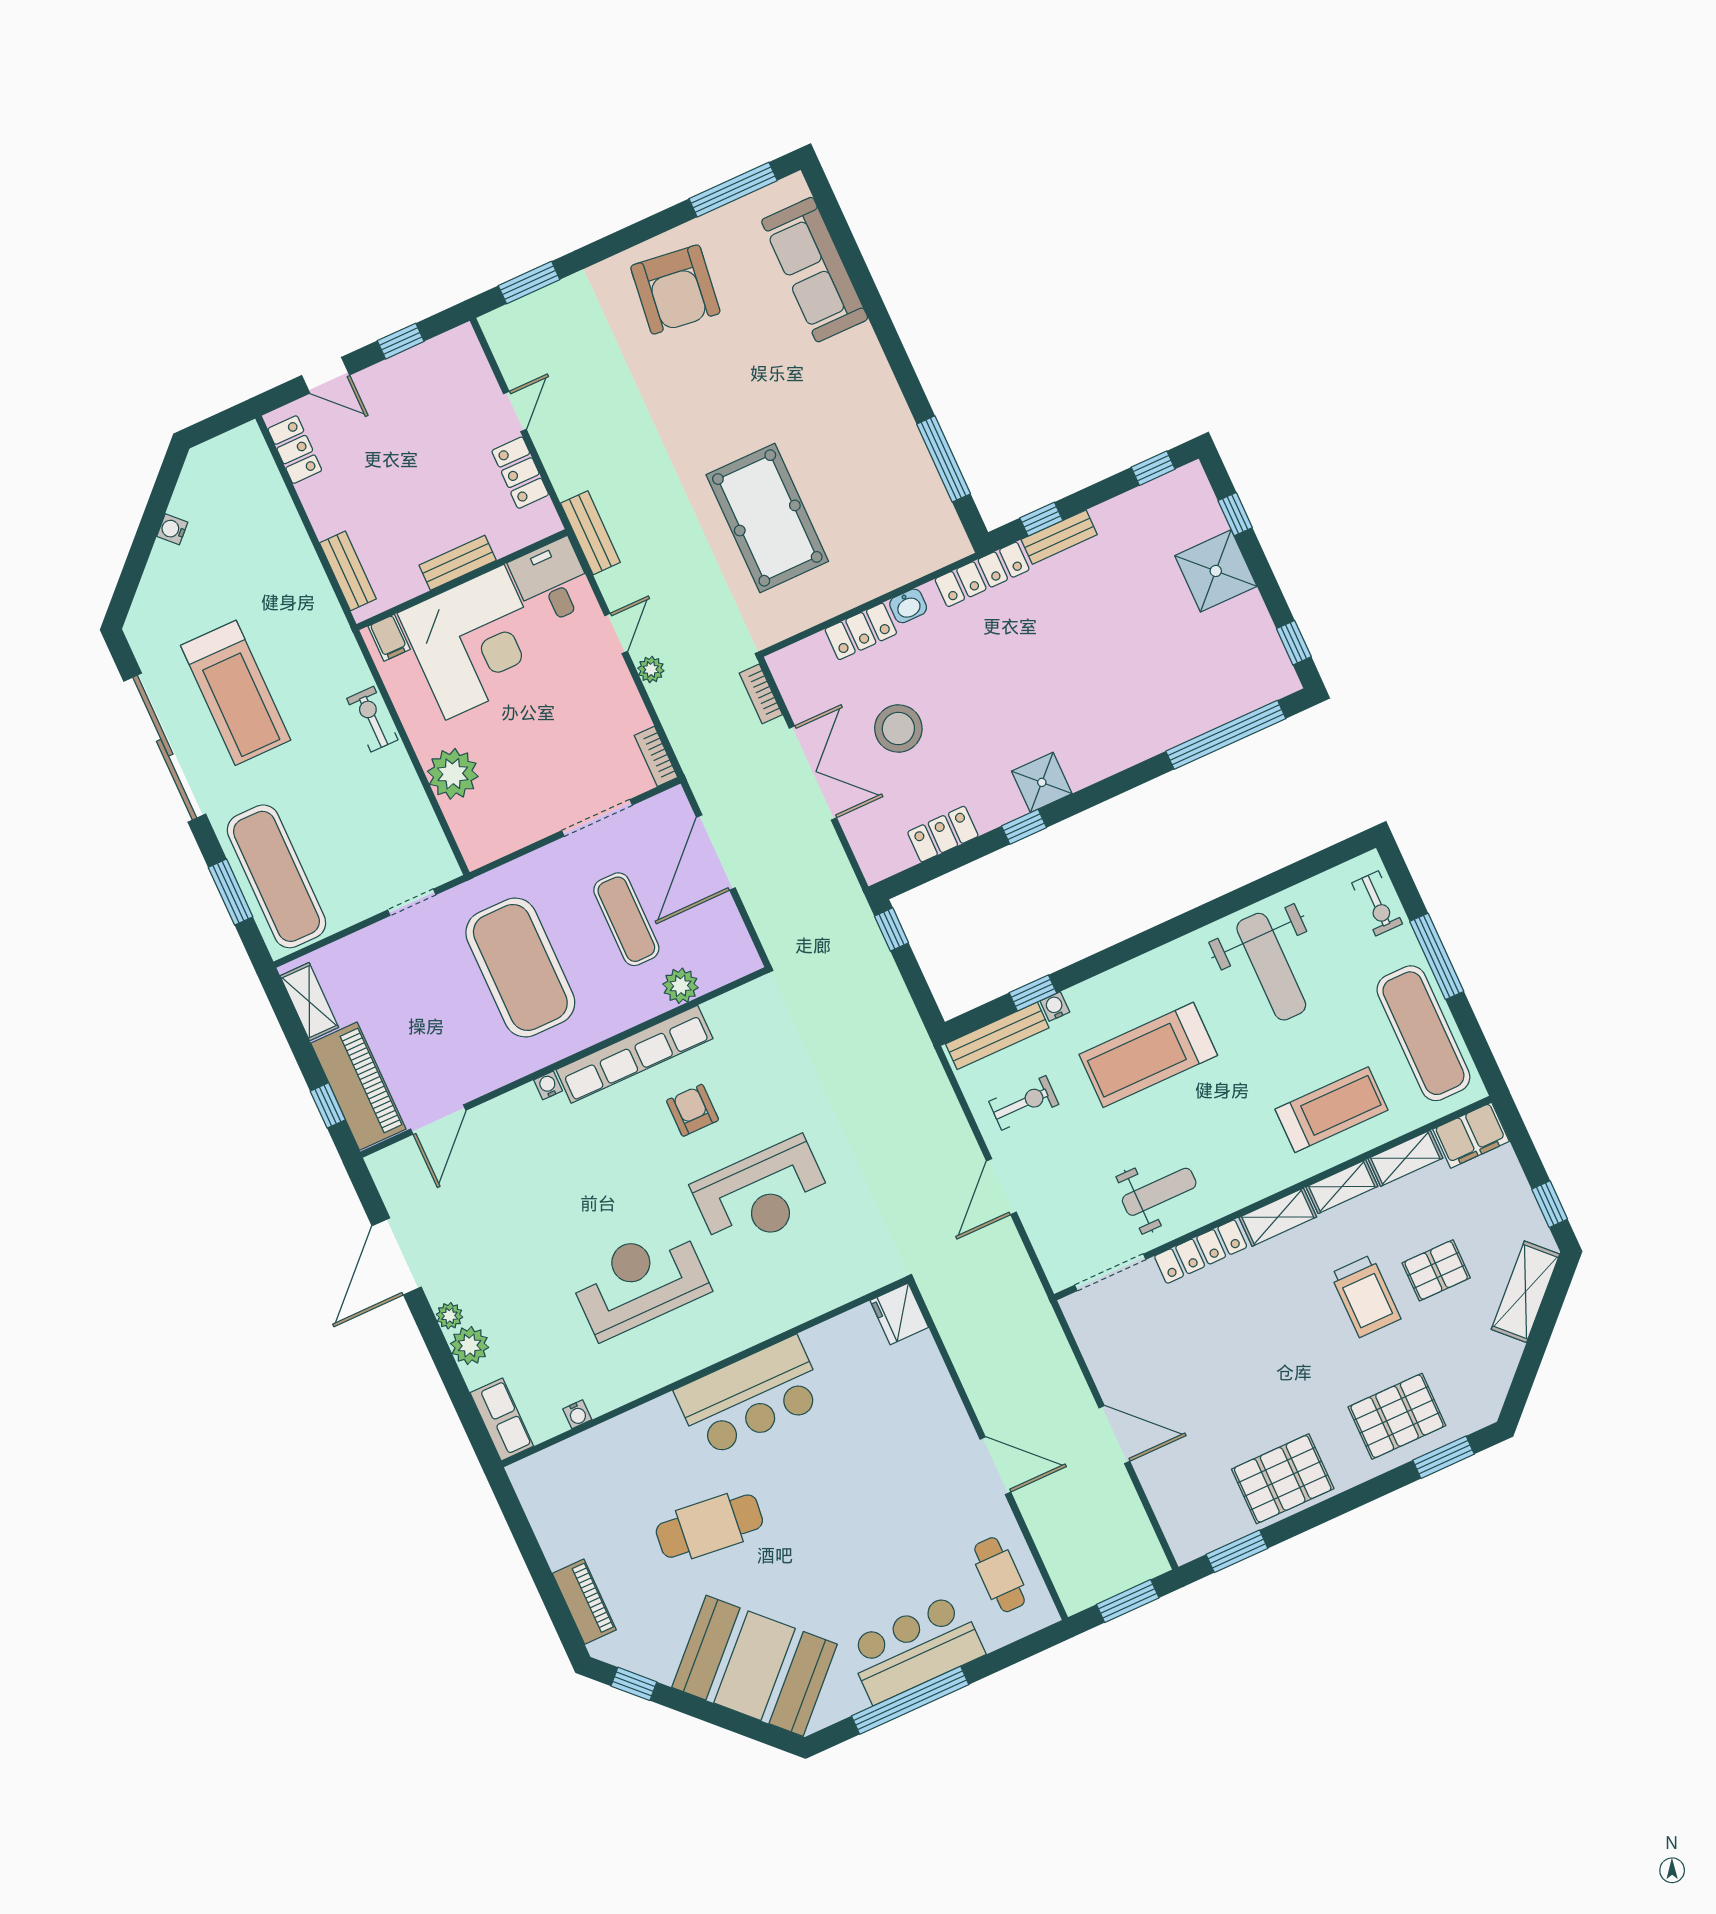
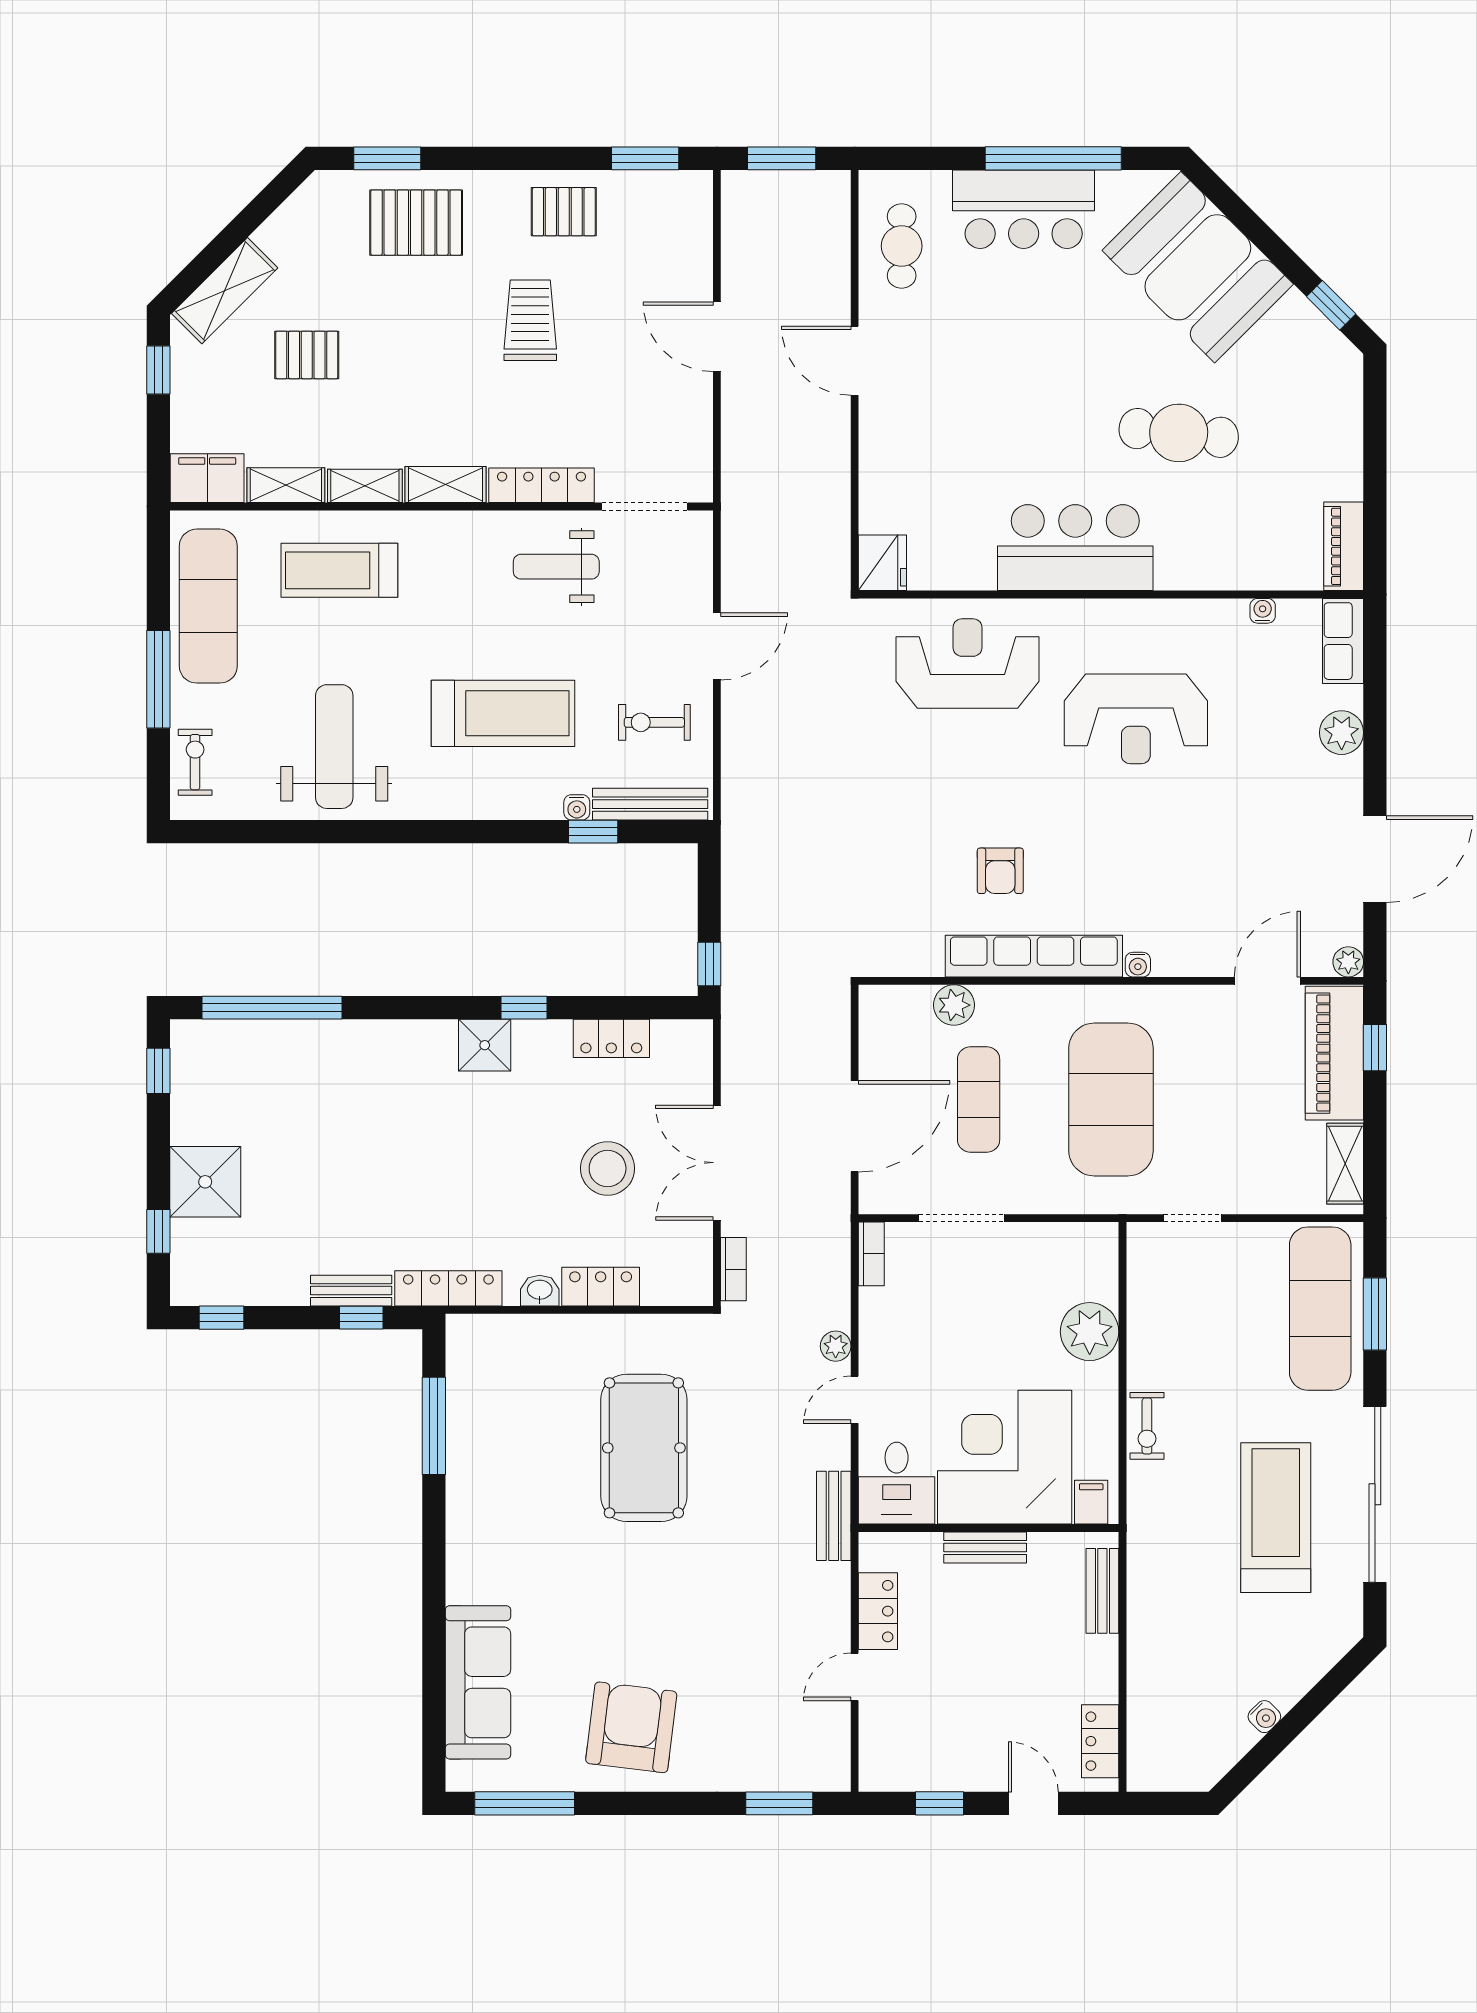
reception desk: (762, 1194) -> (968, 664), moved
trolley: (1366, 1296) -> (530, 320), moved
plant: (450, 1316) -> (1348, 962), moved
pallet: (1283, 1479) -> (564, 212), width x0.67, depth x0.71
piano: (584, 1602) -> (1344, 546), moved

